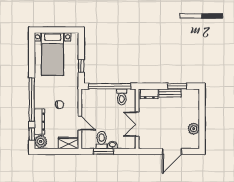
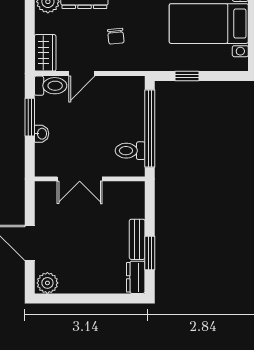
dresser: (149, 94) -> (136, 277), moved
double door: (137, 124) -> (80, 179), swing flipped
plant: (194, 129) -> (47, 283), moved
toilet: (102, 140) -> (51, 86), moved

